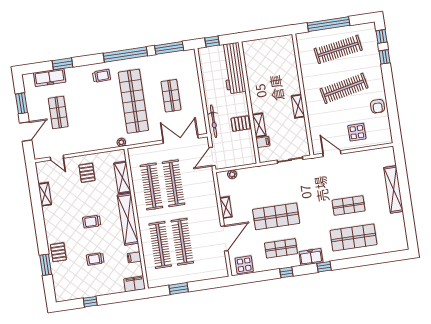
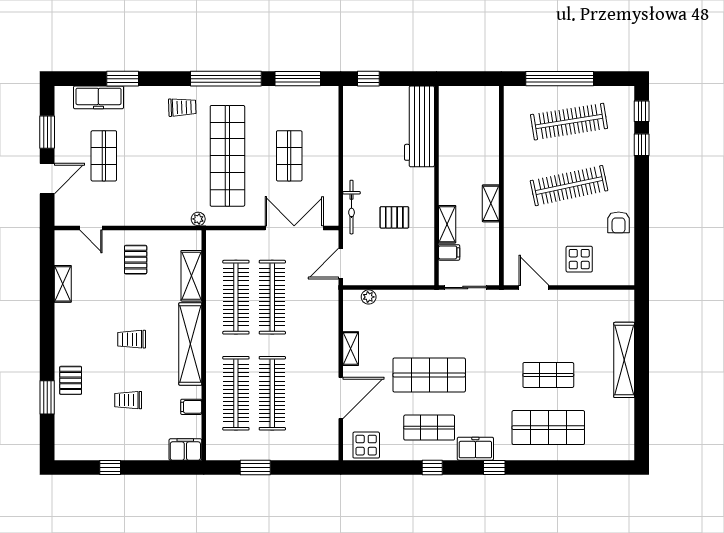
workbench: (233, 68) -> (419, 126), moved
wall: (249, 103) -> (436, 186), moved
shelving: (259, 125) -> (447, 224), moved
filing cabinet: (263, 142) -> (449, 252), moved

